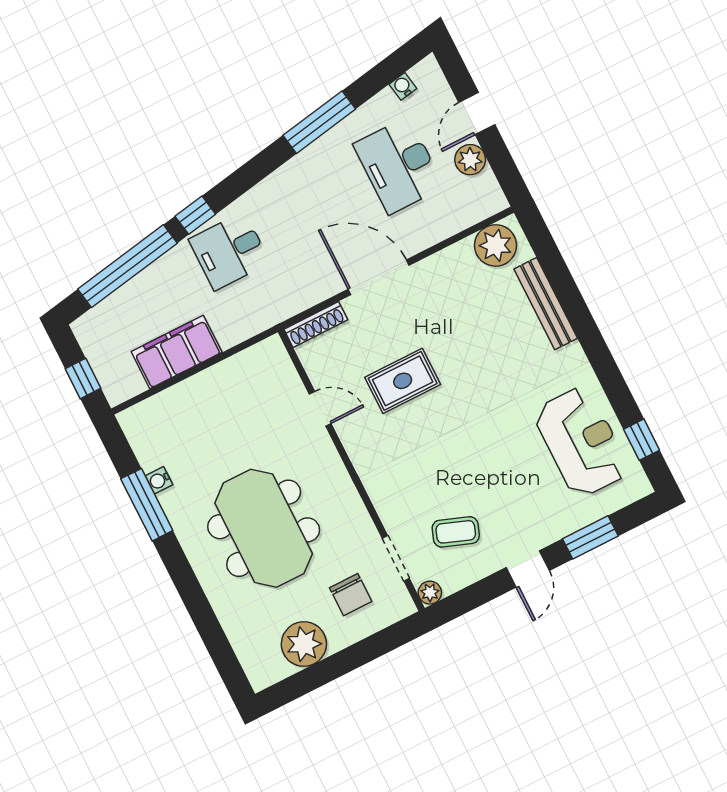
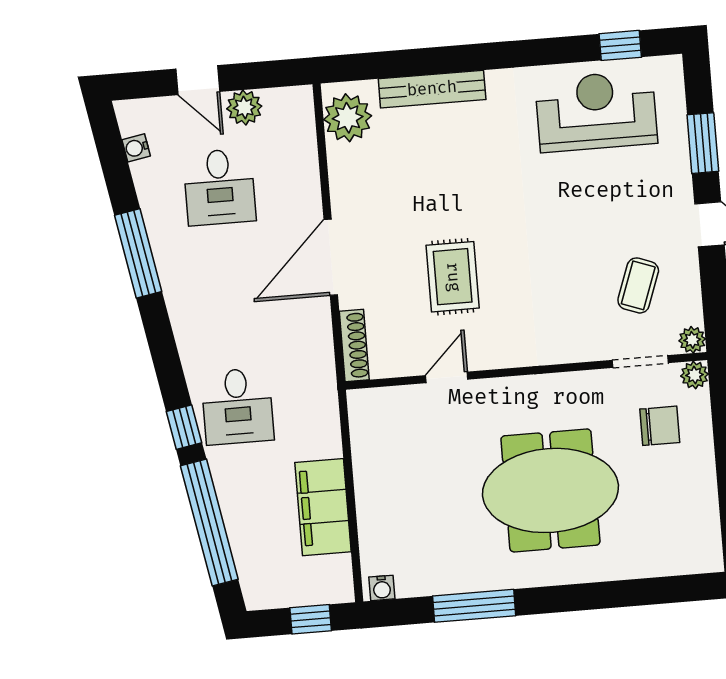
desk: (399, 166) -> (219, 187), width x0.73
water cooler: (159, 480) -> (382, 588), moved
plant: (304, 644) -> (695, 375), moved, width x0.53, depth x0.53

